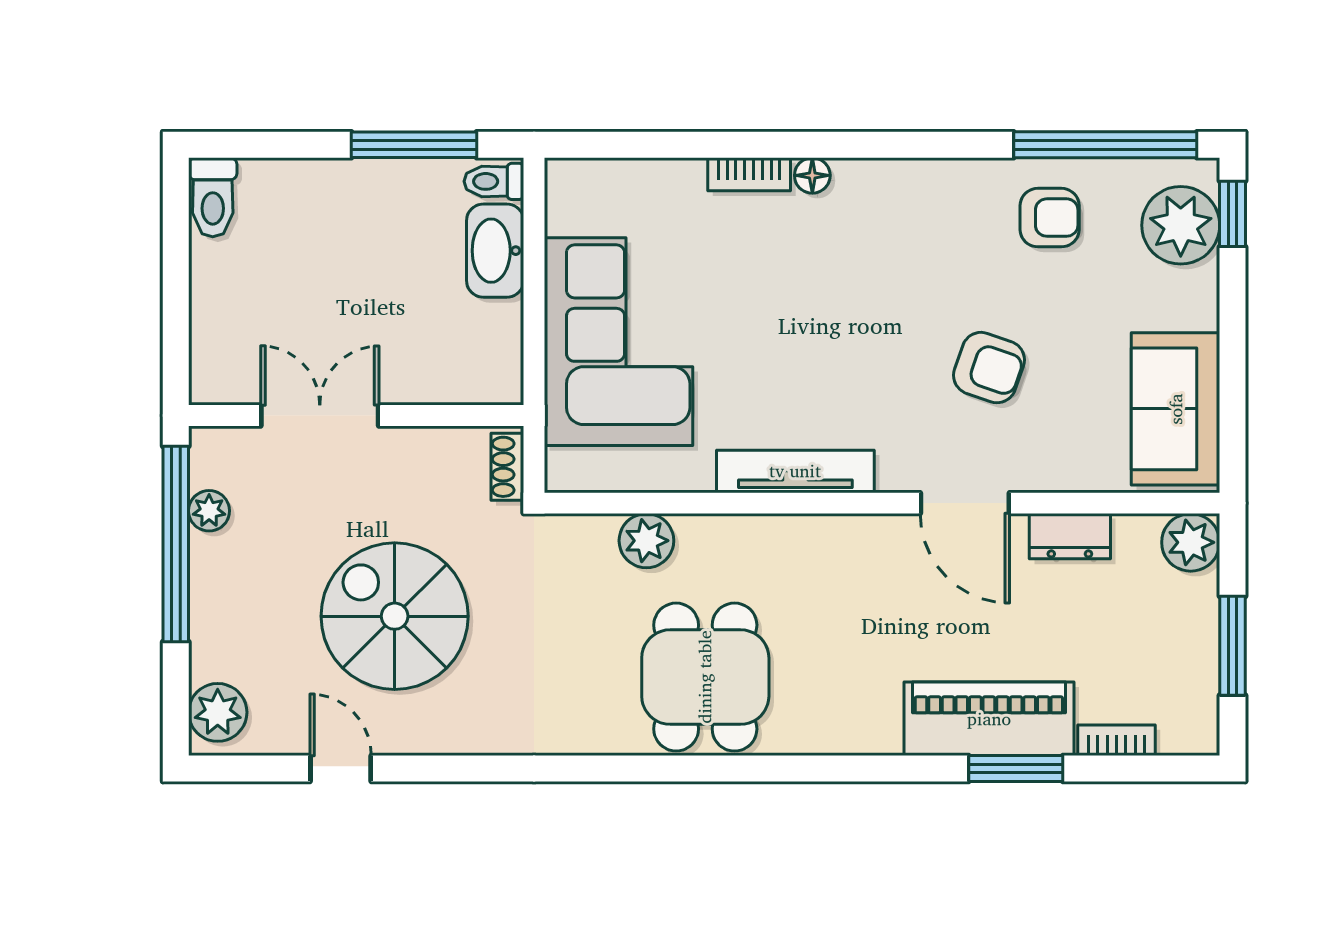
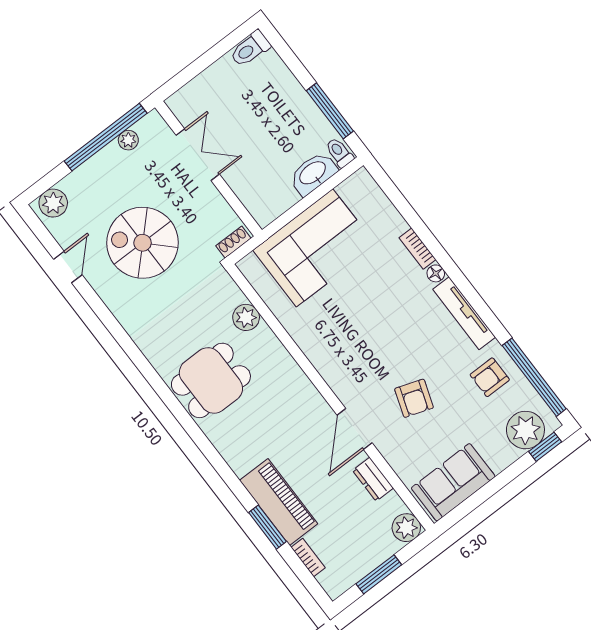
armchair: (1050, 218) -> (490, 377), turned 90
tv unit: (795, 471) -> (464, 313), moved, turned 180
spiral stairs: (395, 616) -> (143, 243), turned -90

